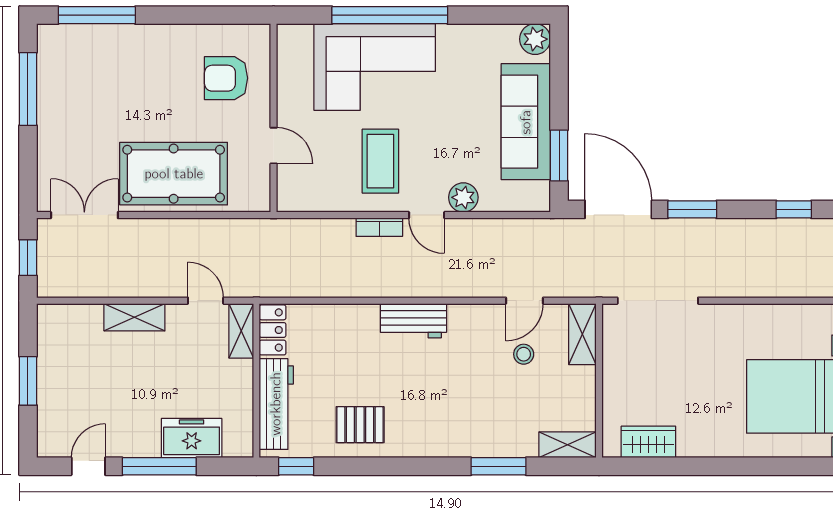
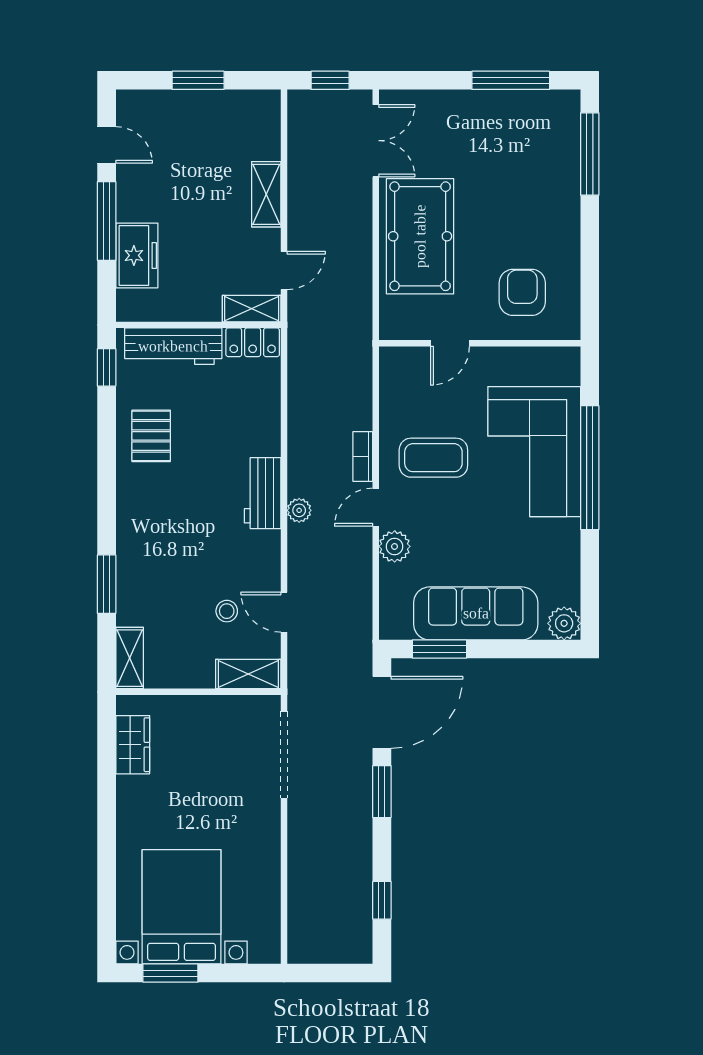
plant: (430, 287) -> (299, 510), added

